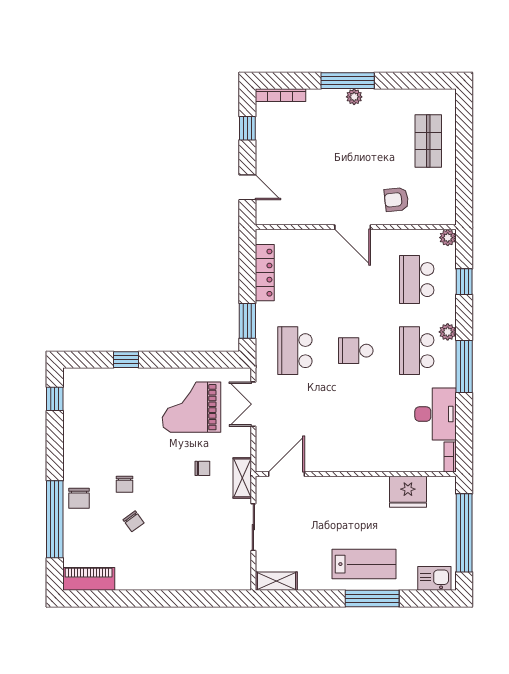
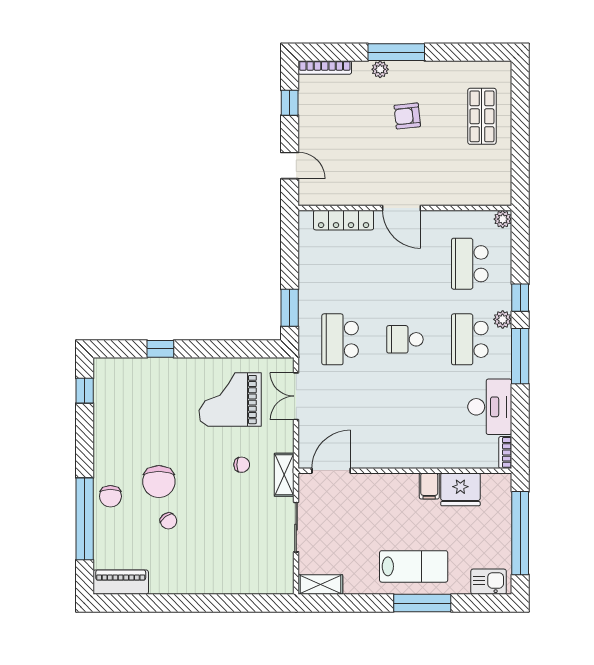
plant: (354, 97) -> (380, 69), moved
armchair: (396, 200) -> (407, 116), moved
locker: (265, 273) -> (344, 220), moved, turned 90
window: (464, 282) -> (520, 298), moved
chair: (124, 484) -> (159, 482), width x1.87, depth x1.87
filing cabinet: (379, 488) -> (429, 486), added

